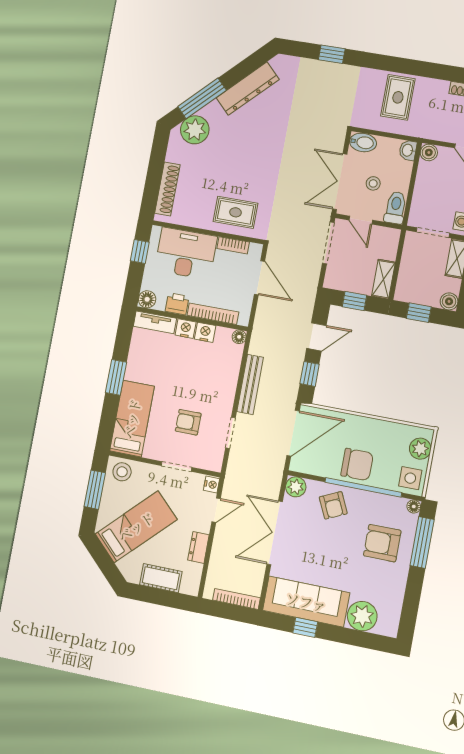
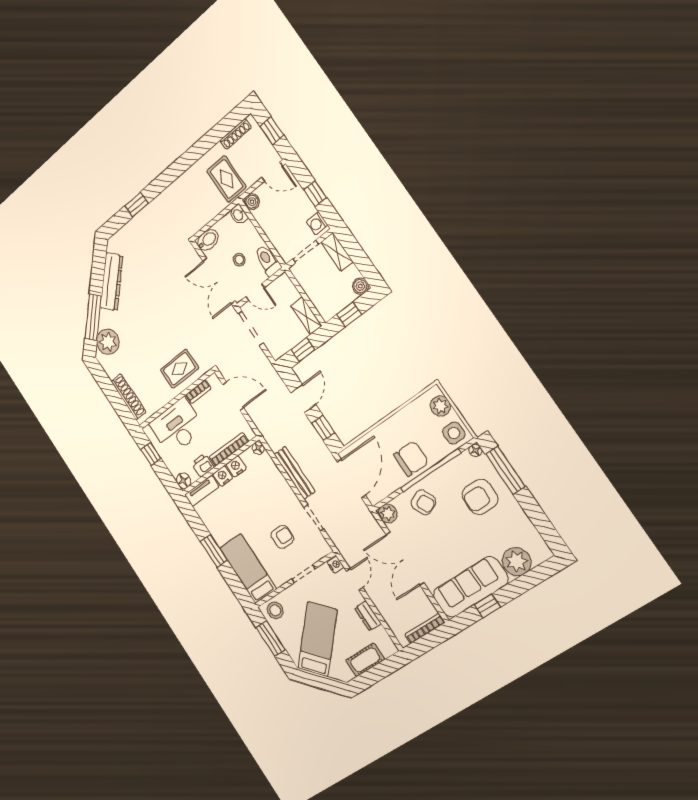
rug: (398, 97) -> (226, 179), moved
armchair: (188, 422) -> (282, 537), turned 180

